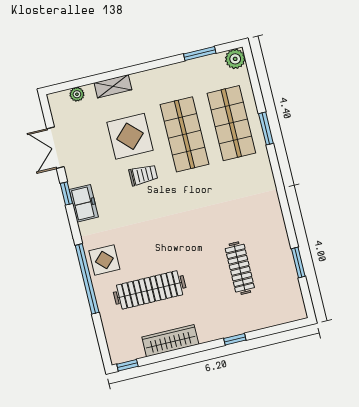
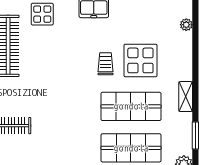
shelving: (113, 86) -> (186, 97), moved
trolley: (143, 175) -> (105, 64), turned 180

